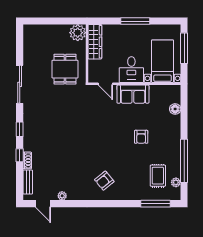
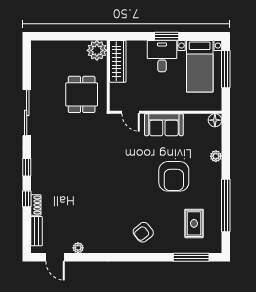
window: (135, 21) -> (167, 36), width x0.69
bed with nightstands: (163, 61) -> (200, 66), moved, turned 180
desk: (131, 70) -> (162, 56), moved, turned 180
floor lamp: (175, 109) -> (215, 120), moved
armchair: (141, 137) -> (174, 176), width x1.88, depth x1.88
armchair: (104, 181) -> (143, 232), moved
plant: (176, 182) -> (216, 156), moved

